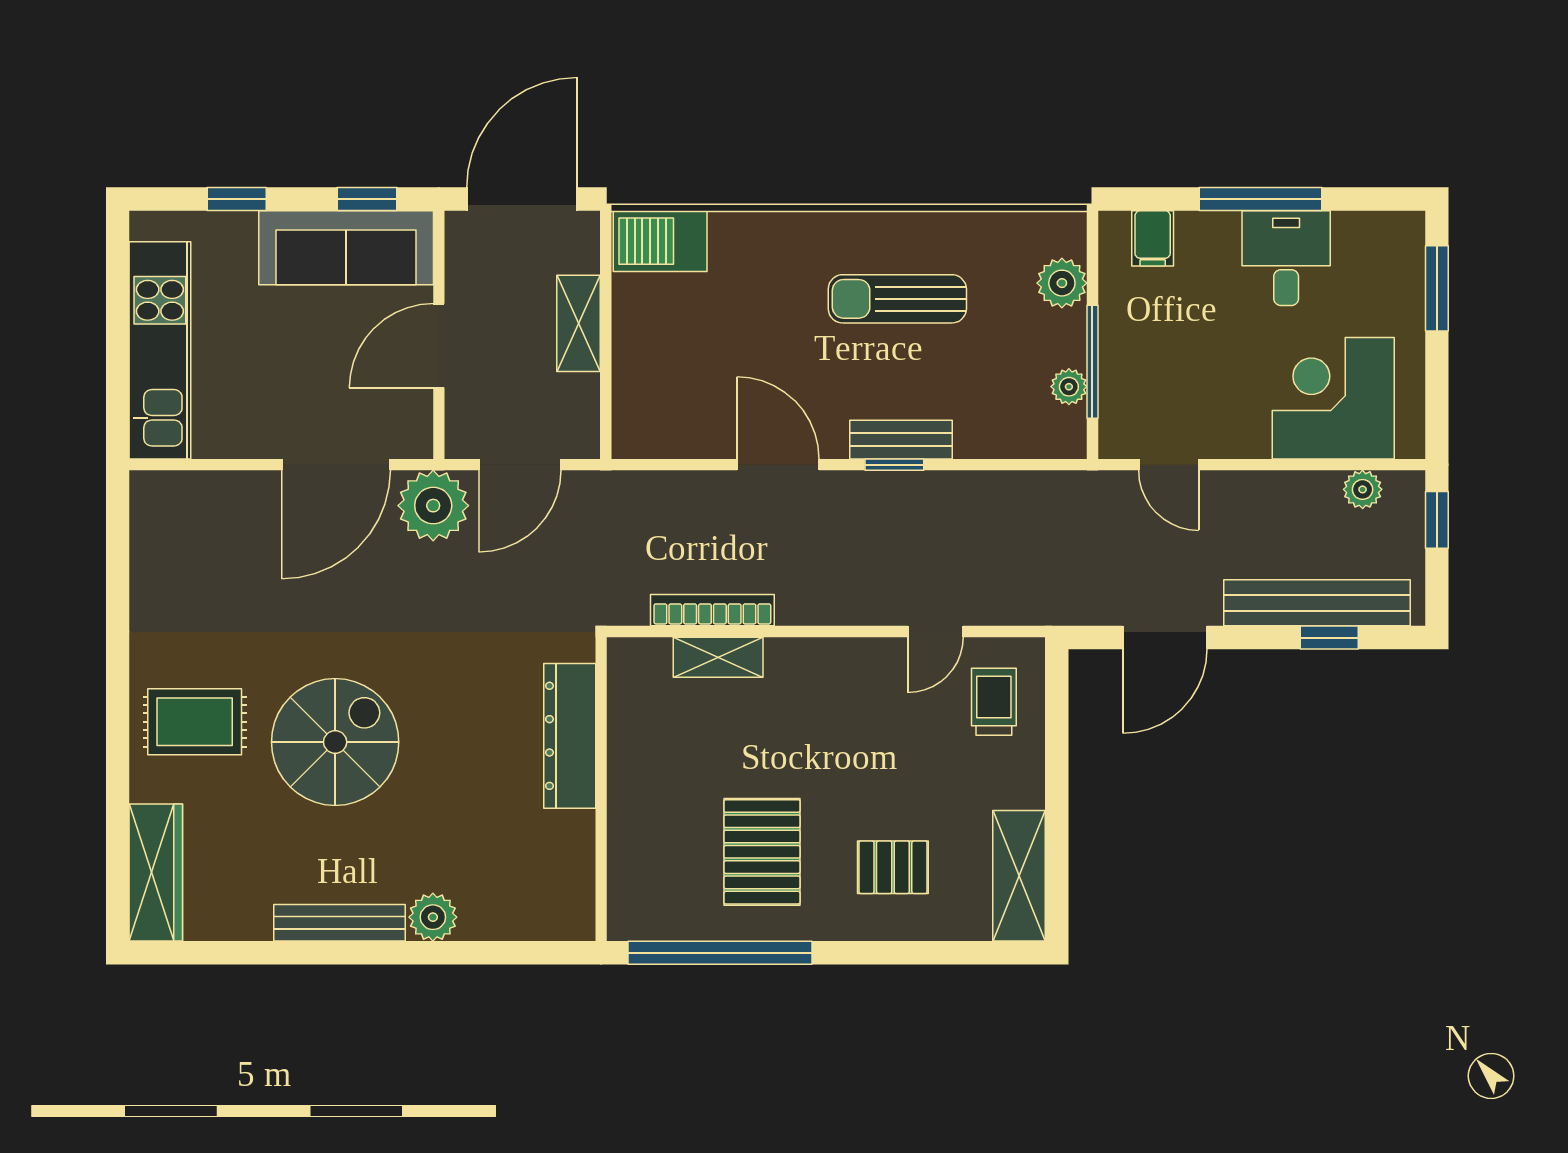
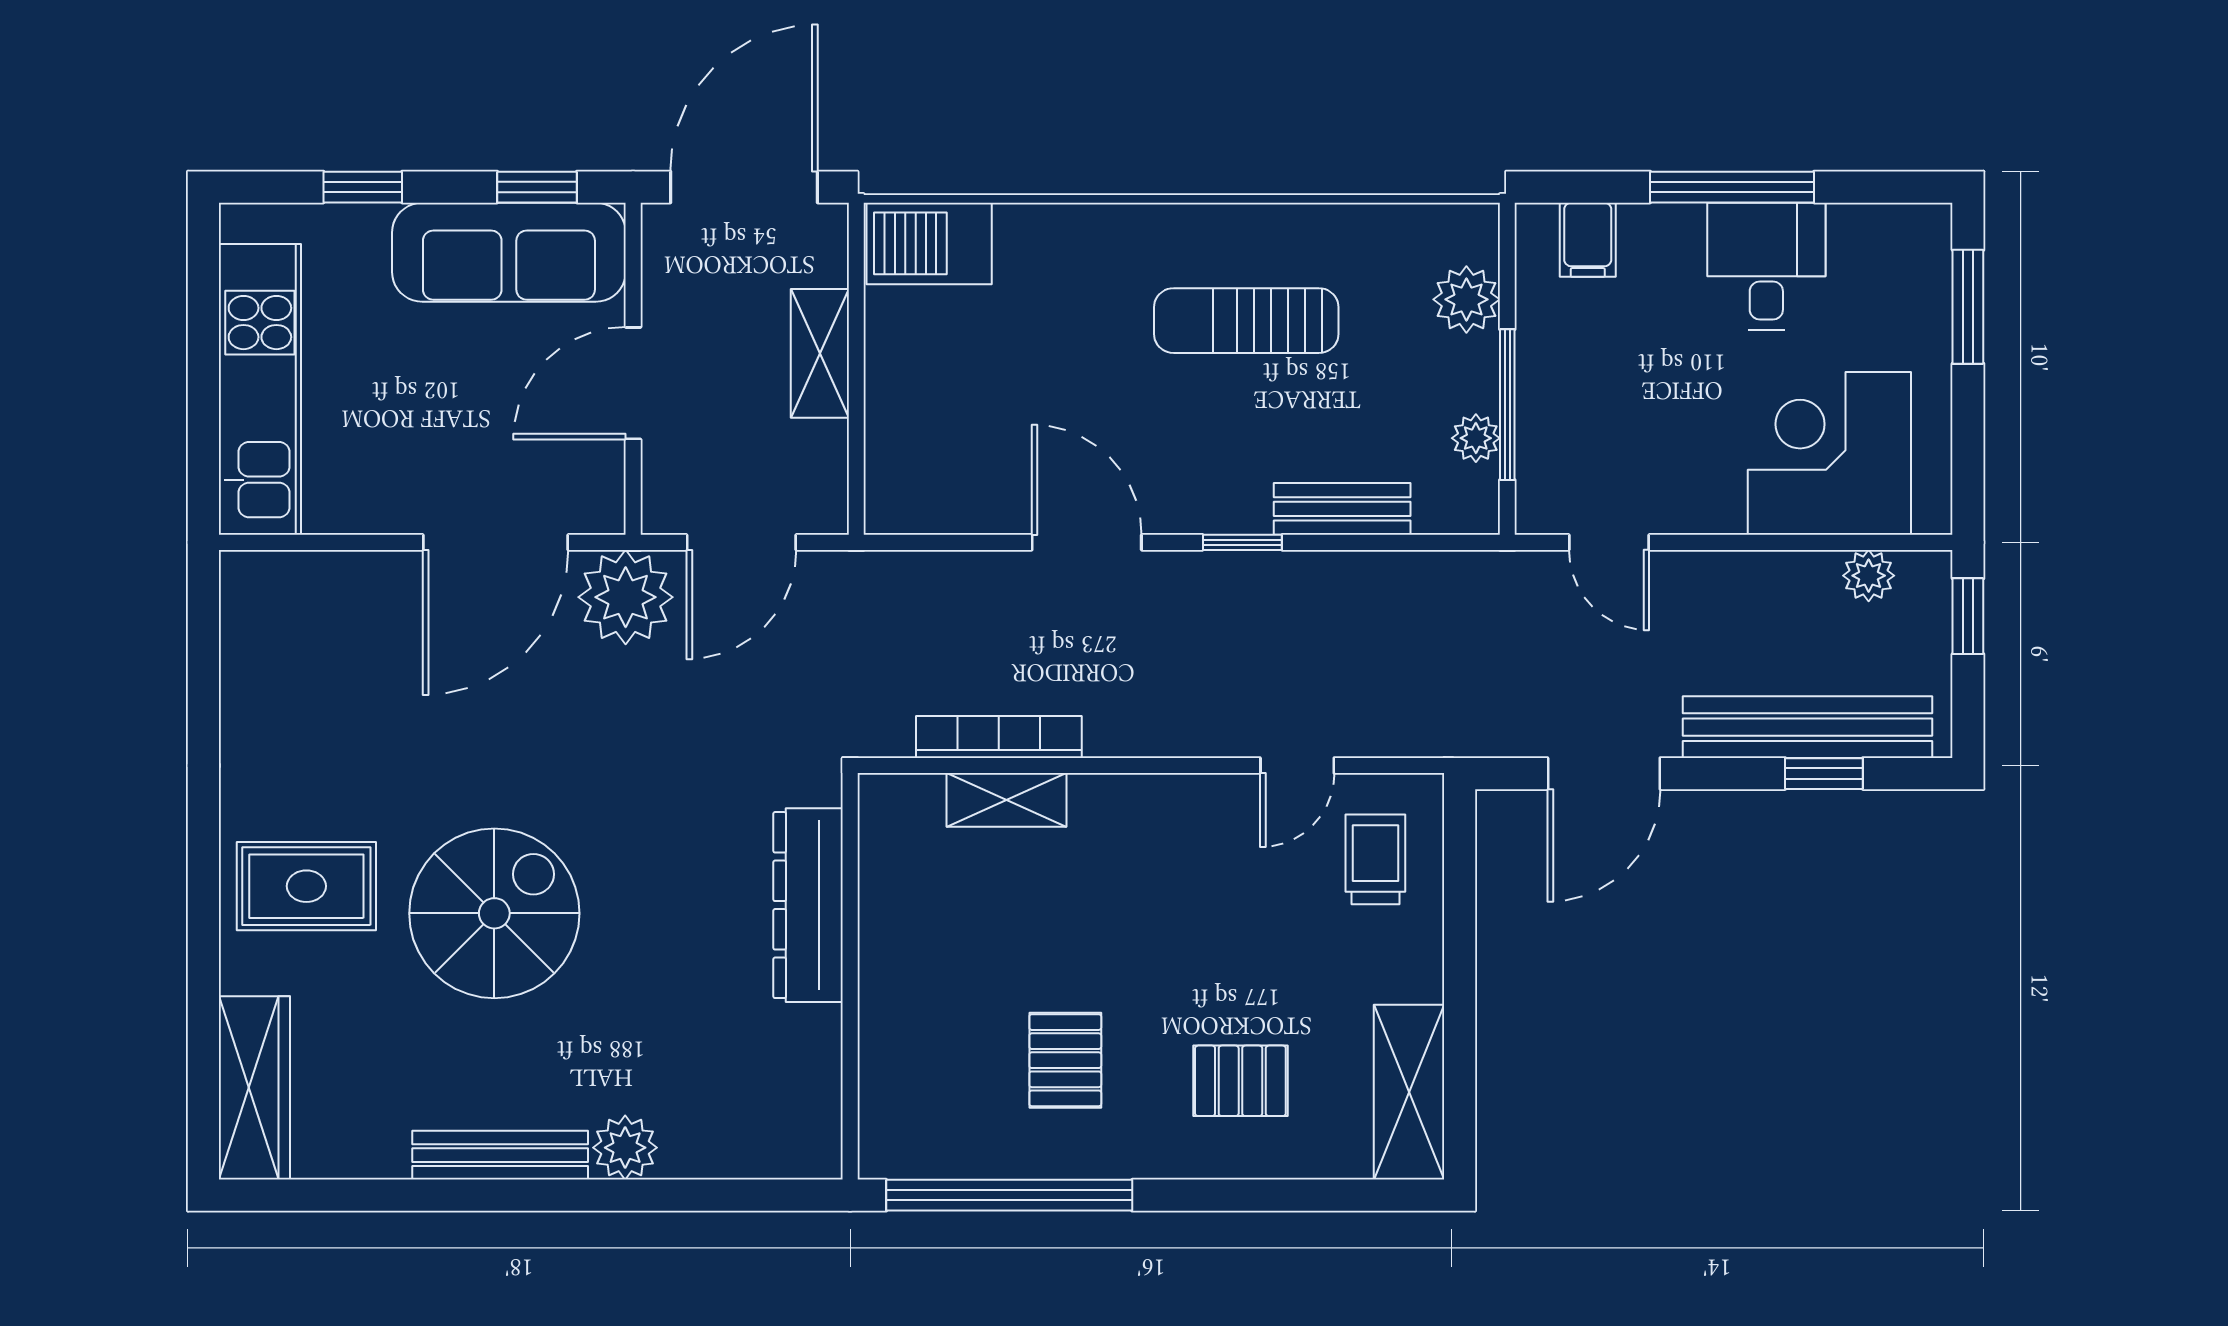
bench: (901, 440) -> (1342, 509), moved
pallet: (762, 852) -> (1065, 1060), width x0.67, depth x0.71

